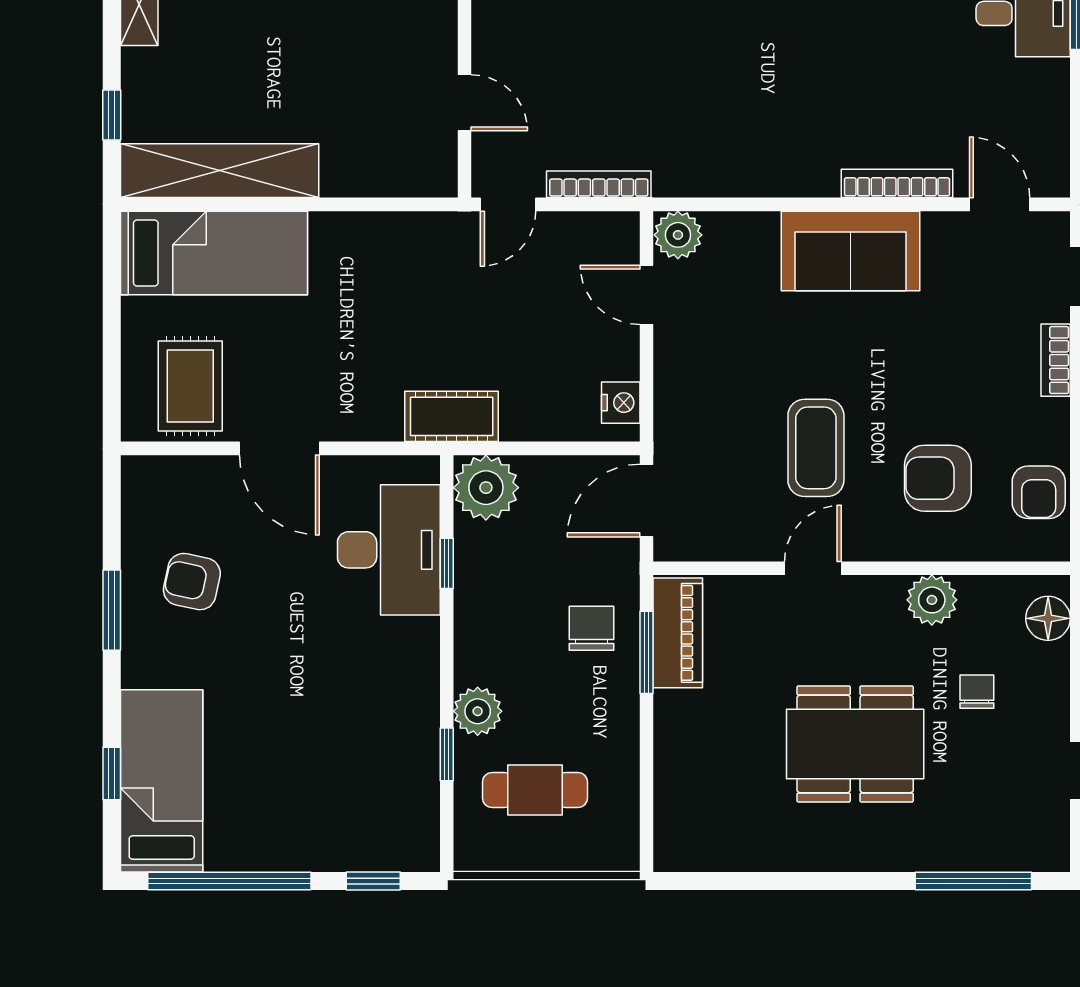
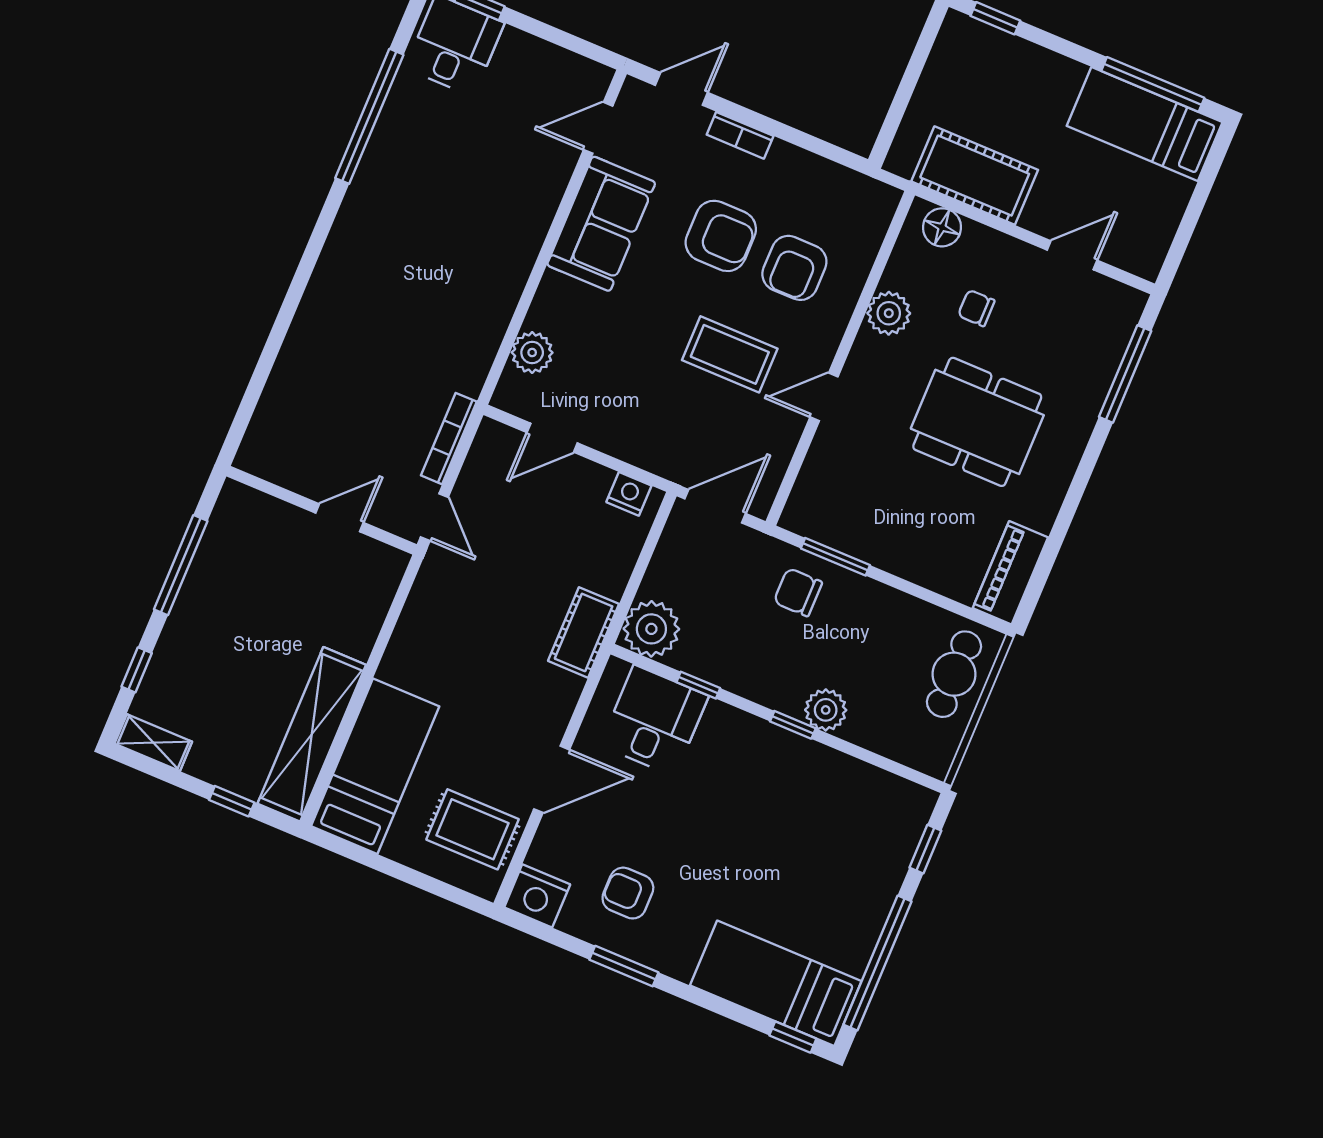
bookcase: (897, 183) -> (547, 202), removed
plant: (678, 235) -> (532, 353), moved
sofa: (851, 251) -> (601, 224), moved
nightstand: (148, 485) -> (537, 896), added
armchair: (1039, 492) -> (721, 236), moved, width x1.38, depth x1.38
door: (646, 501) -> (715, 506), swing flipped
desk: (389, 550) -> (654, 721), width x0.73
door: (813, 568) -> (824, 397), hinge flipped
armchair: (192, 582) -> (628, 893), turned 78
piano: (678, 633) -> (1010, 573), moved, turned -90
dining table: (855, 744) -> (977, 422), turned 90
window: (447, 754) -> (793, 725), moved
window: (112, 773) -> (793, 1037), moved
cafe table: (535, 790) -> (954, 674), moved

